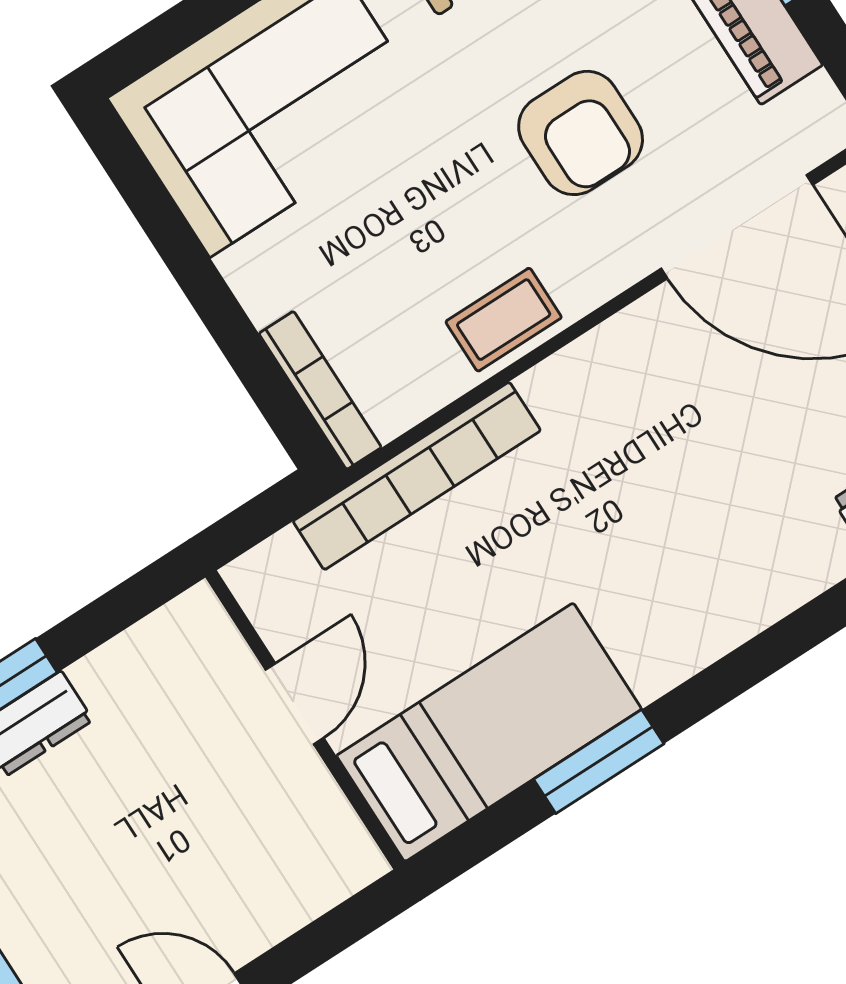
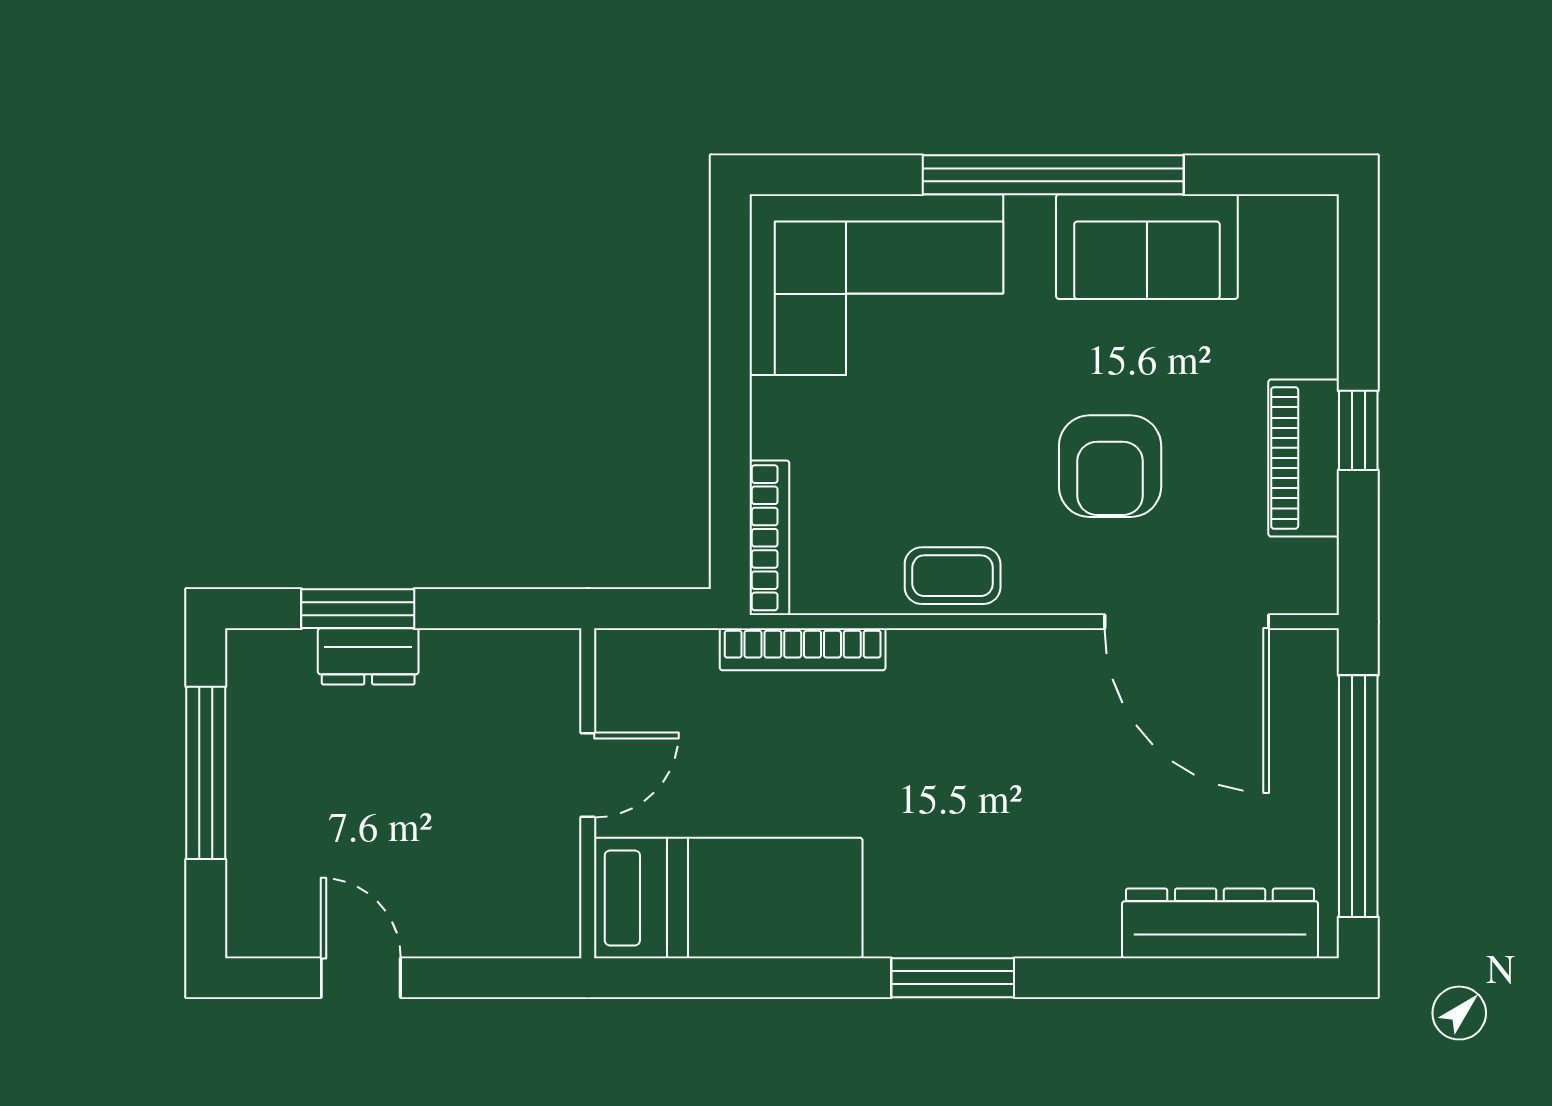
bookcase: (417, 476) -> (803, 649), width x0.68, depth x0.76
window: (599, 762) -> (953, 978), moved

